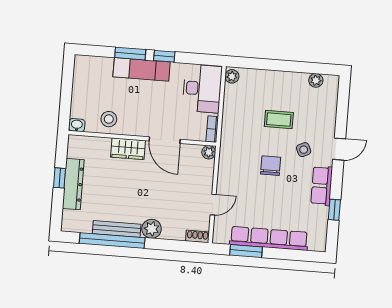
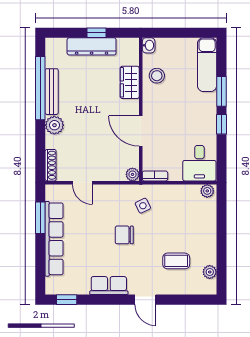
exam couch: (142, 69) -> (207, 65), moved
desk: (202, 89) -> (199, 163), width x0.73
coffee table: (279, 120) -> (176, 261), moved, turned 90
door: (165, 140) -> (141, 131), hinge flipped
wardrobe: (128, 149) -> (130, 82), moved
side table: (304, 150) -> (143, 206), moved
chair: (271, 166) -> (124, 235), turned 180
window: (334, 210) -> (67, 300), moved
shoe rack: (197, 236) -> (51, 165), width x1.43

